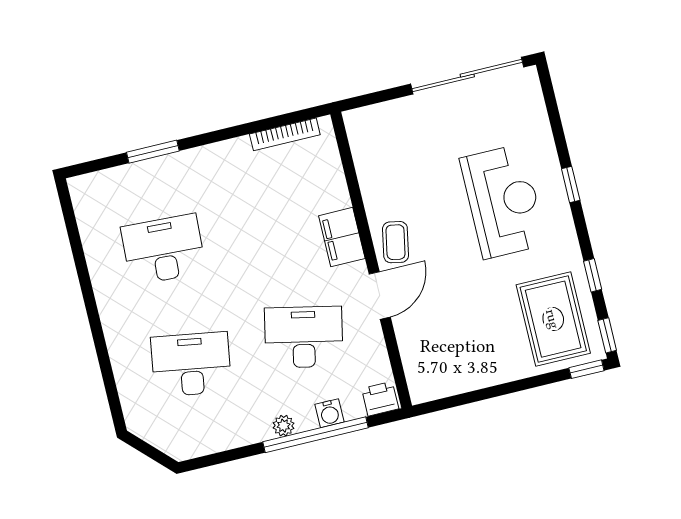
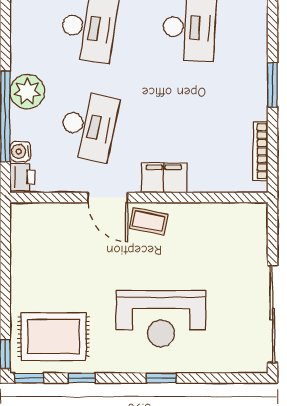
window: (153, 152) -> (272, 85), moved
water cooler: (329, 413) -> (20, 151), moved
plant: (284, 426) -> (27, 92), width x1.87, depth x1.87

